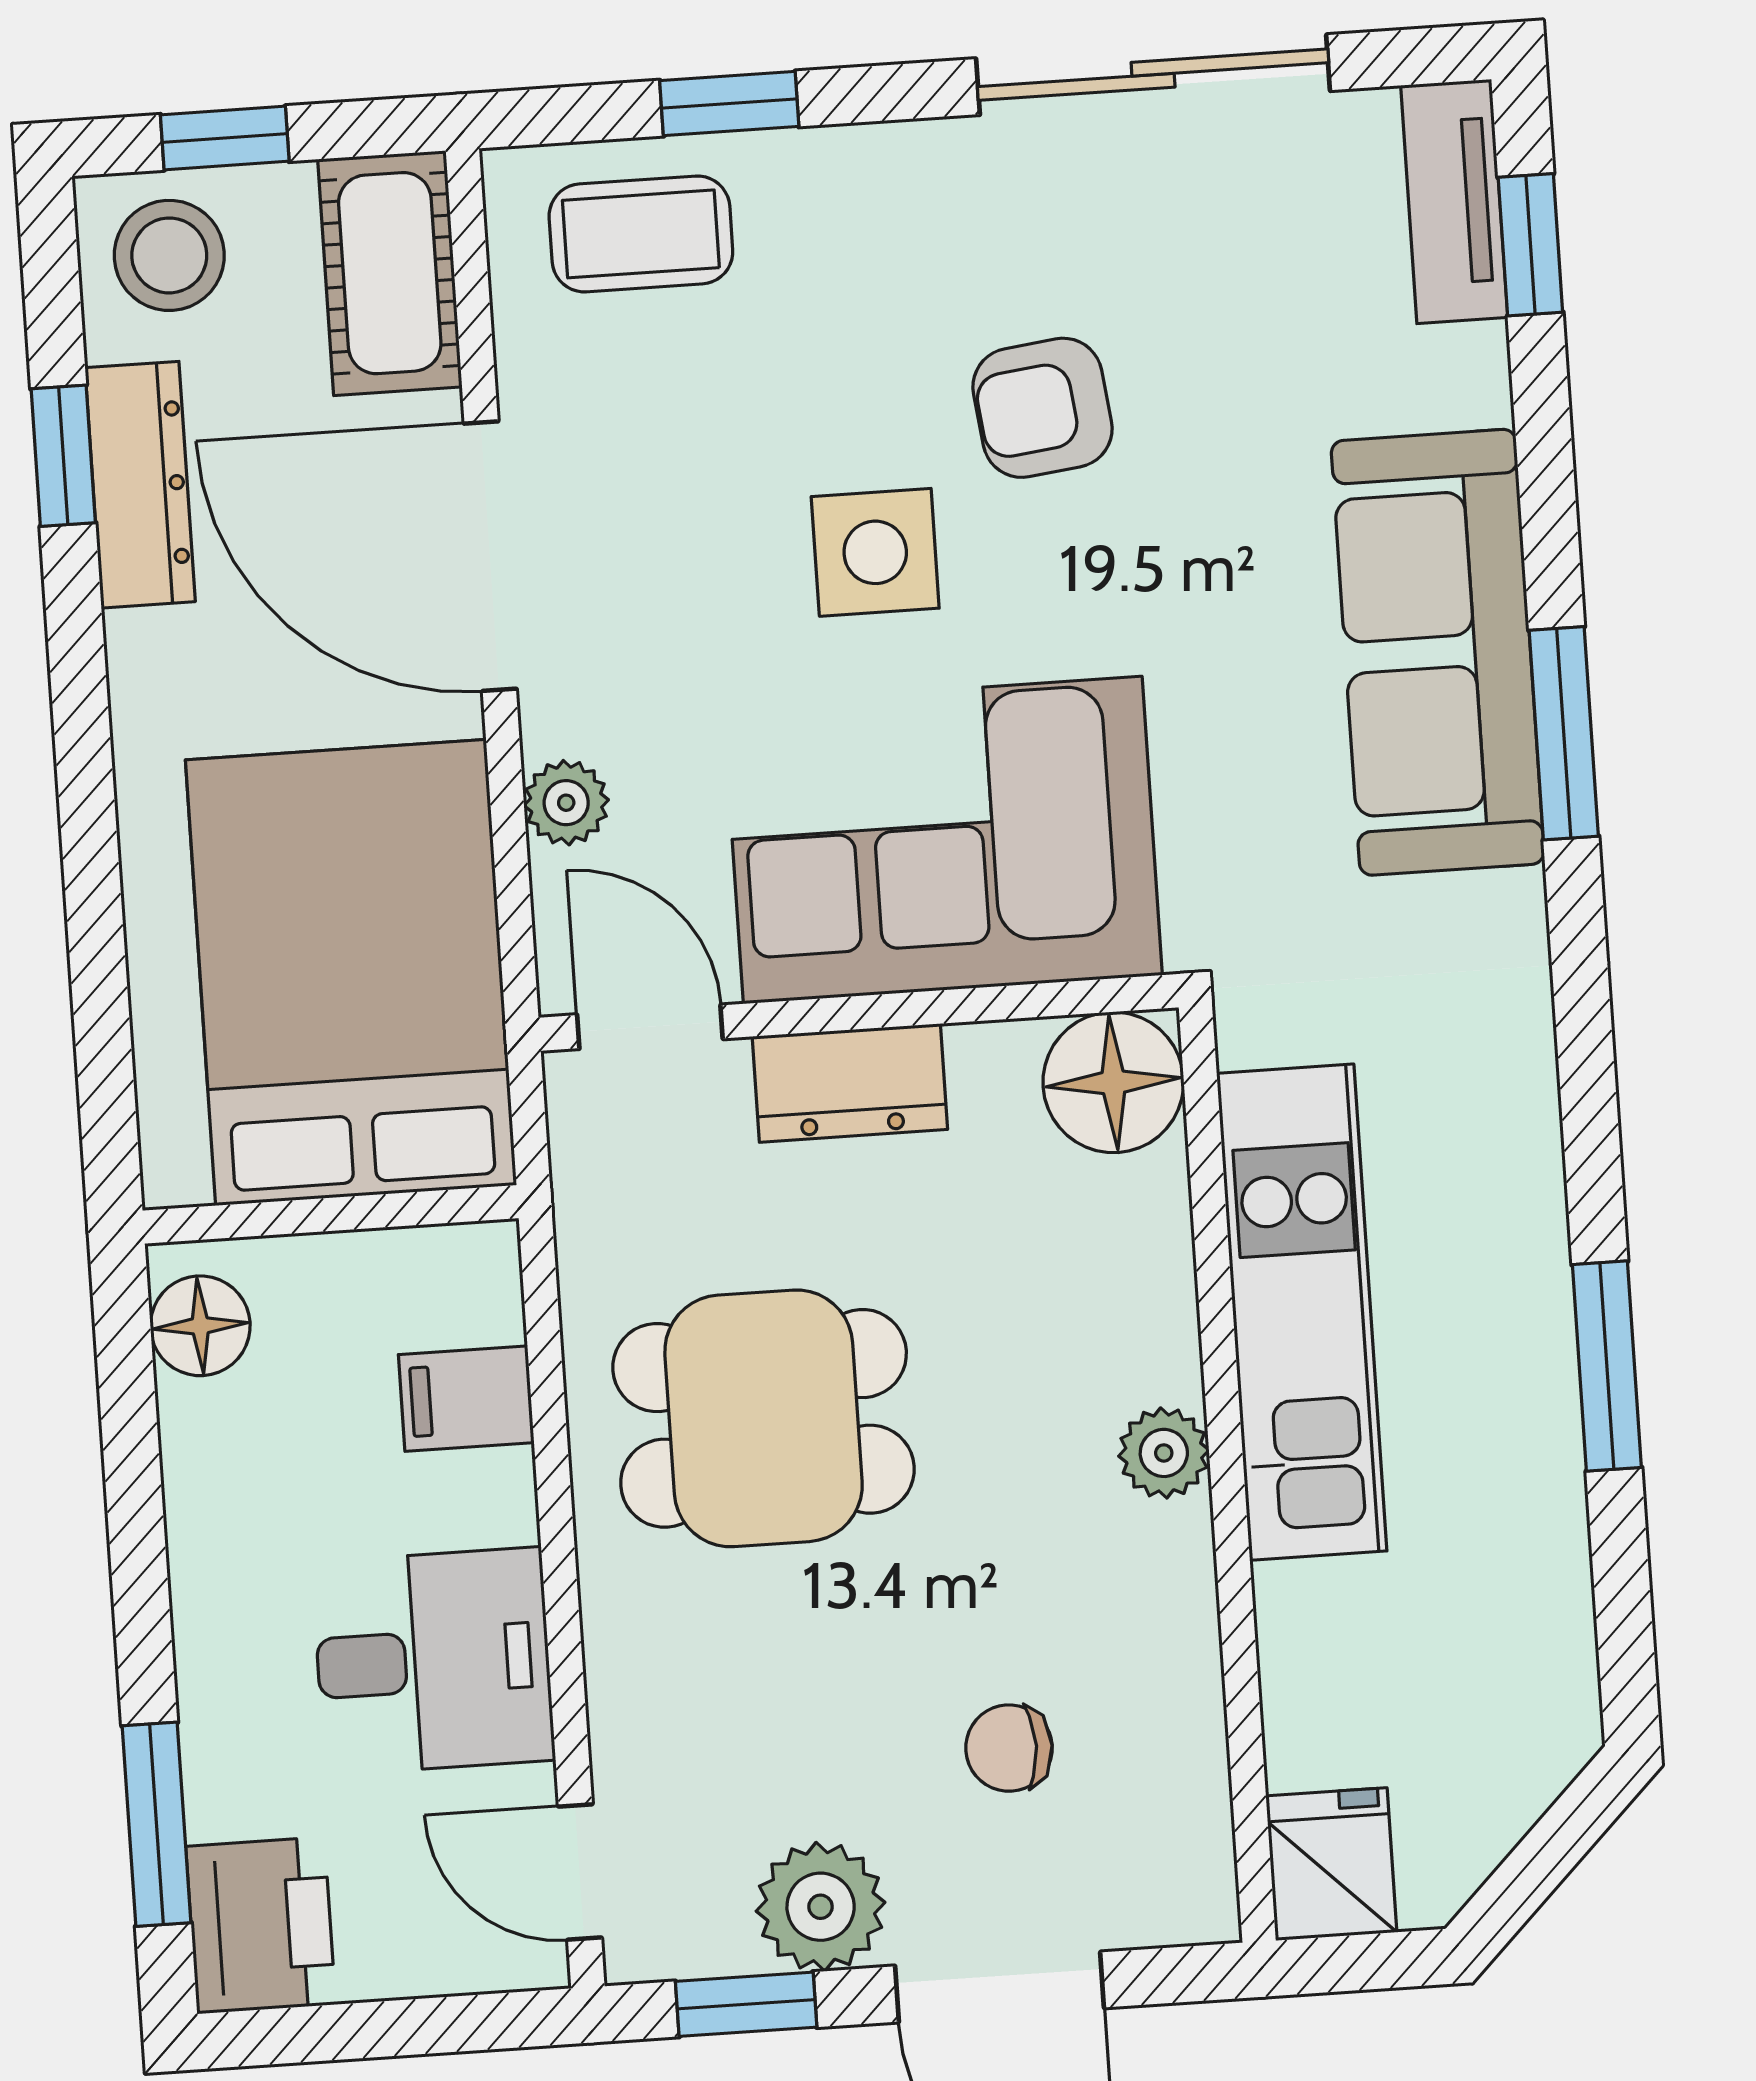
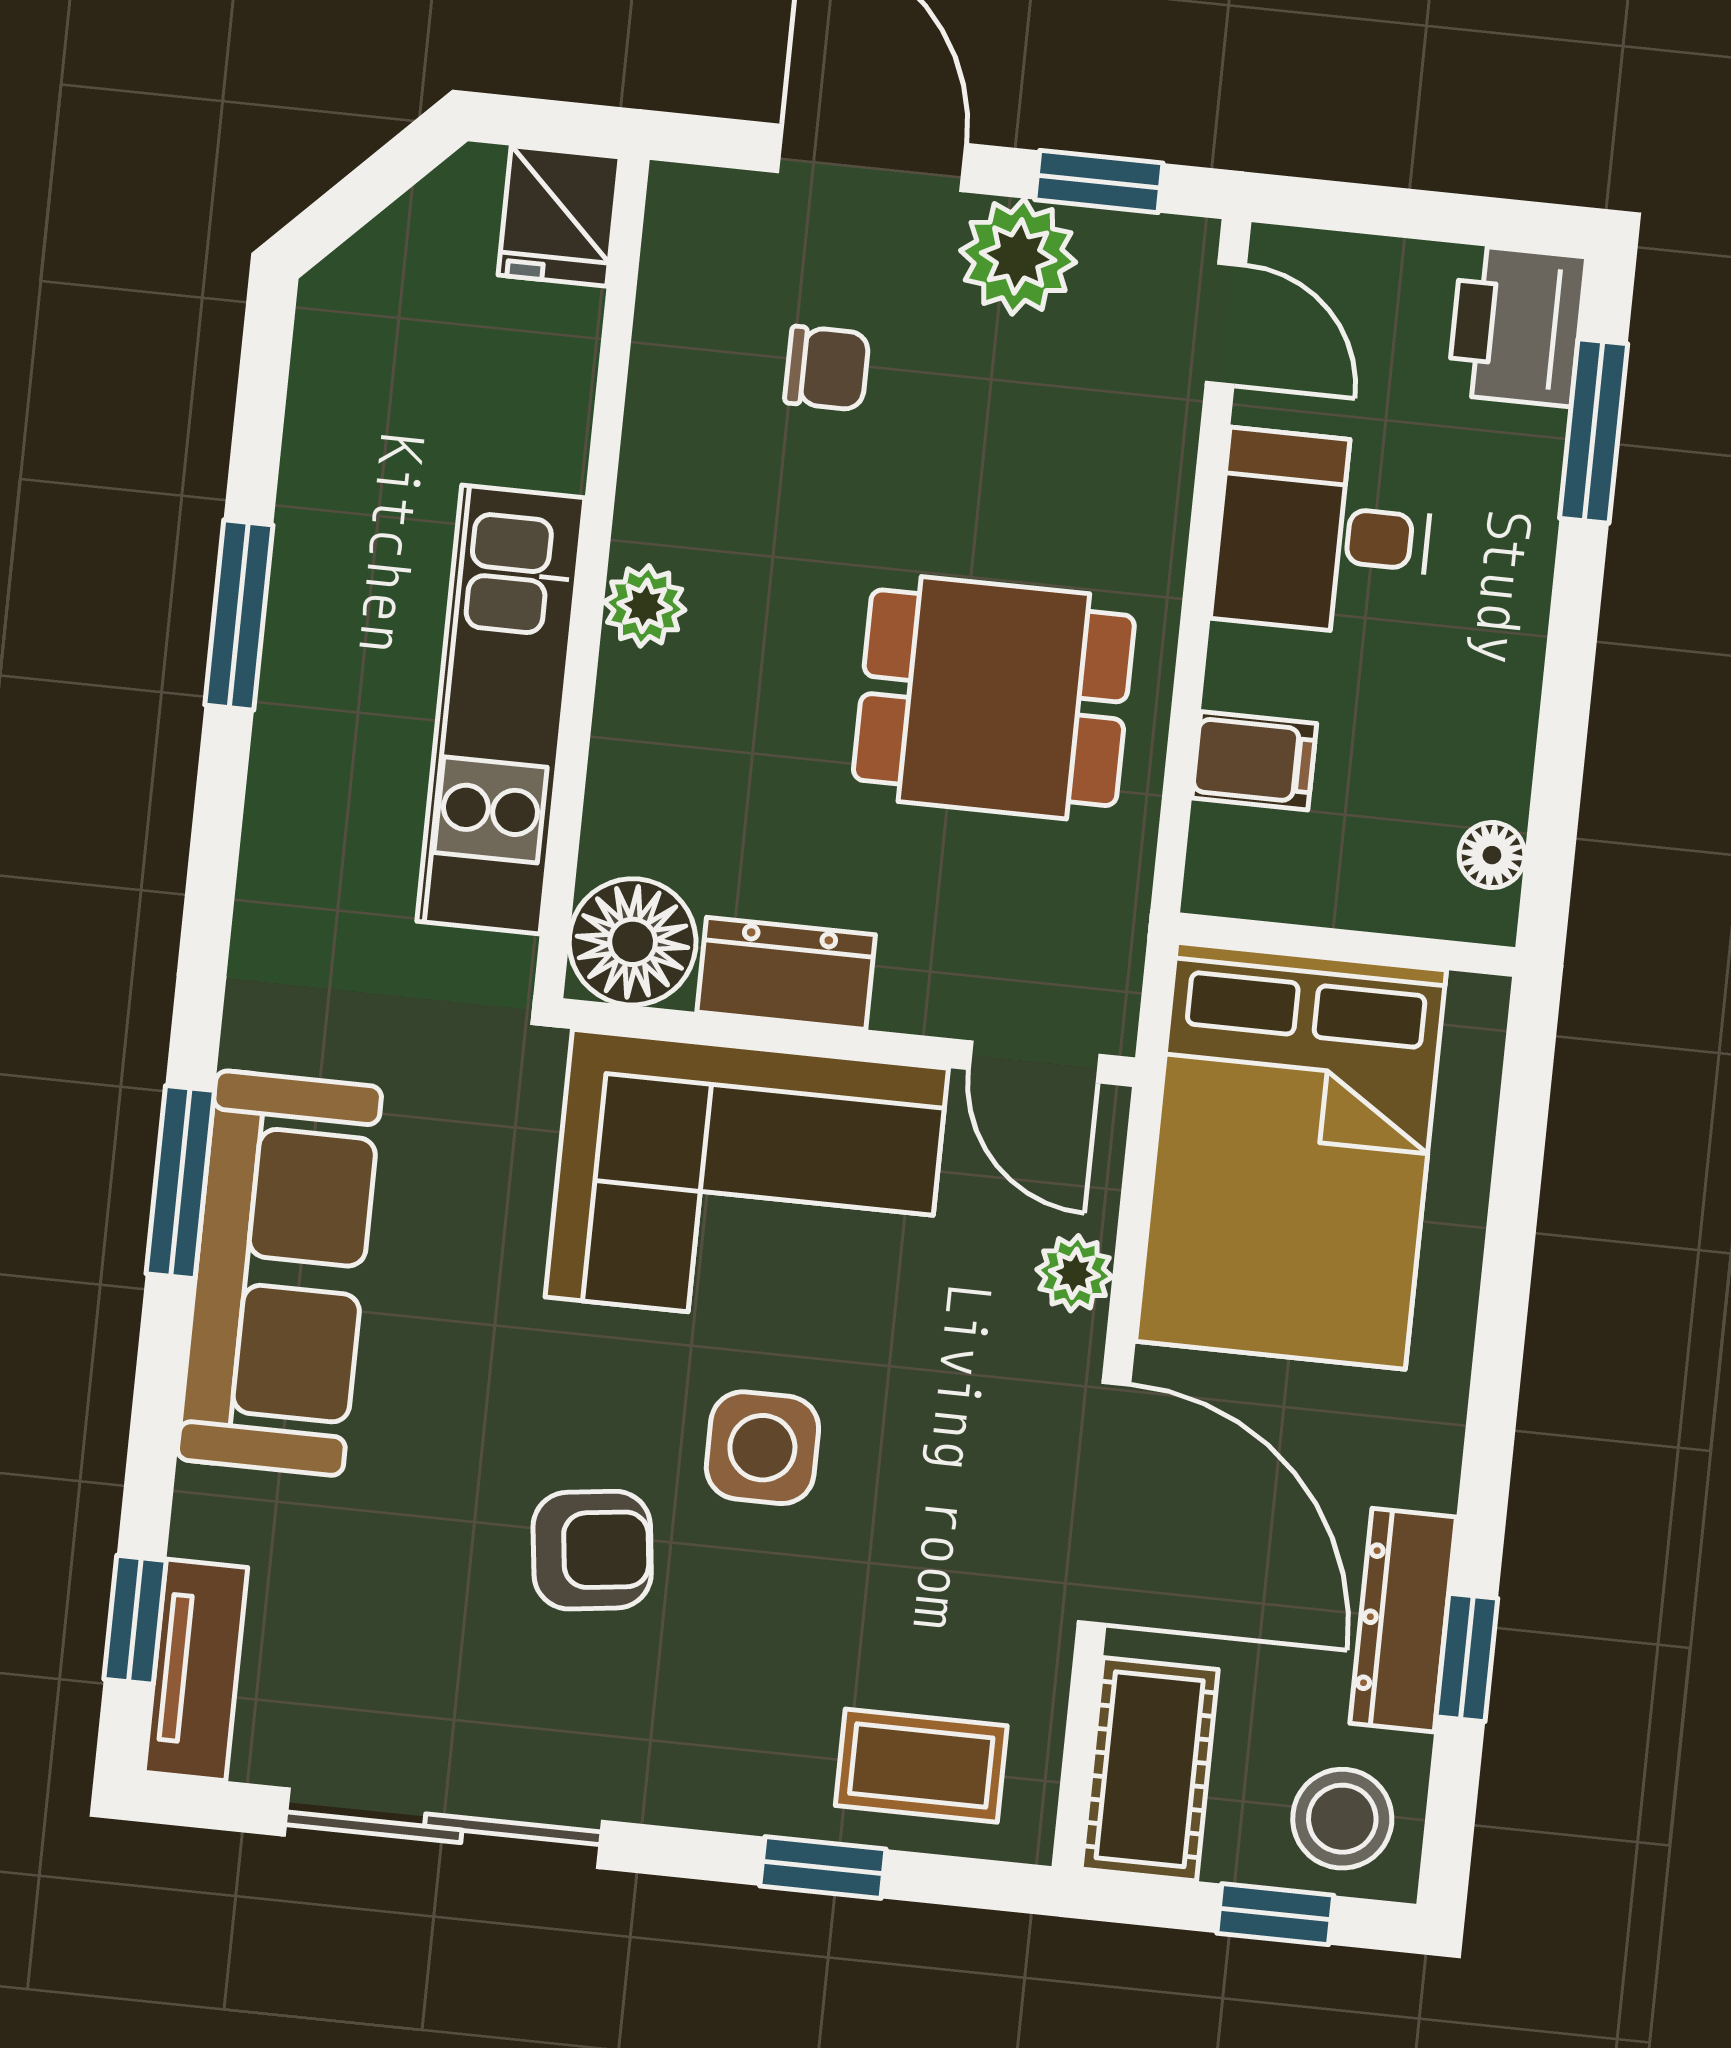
dresser: (850, 1083) -> (786, 973), moved
floor lamp: (200, 1326) -> (1492, 855), width x0.73, depth x0.73

